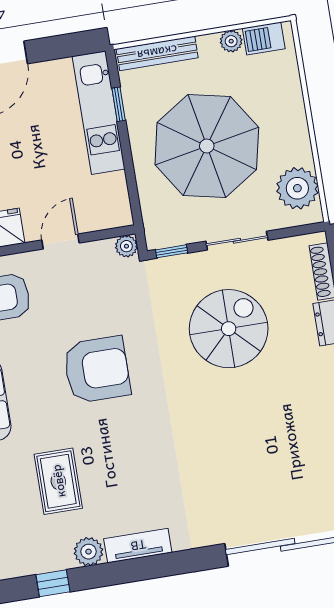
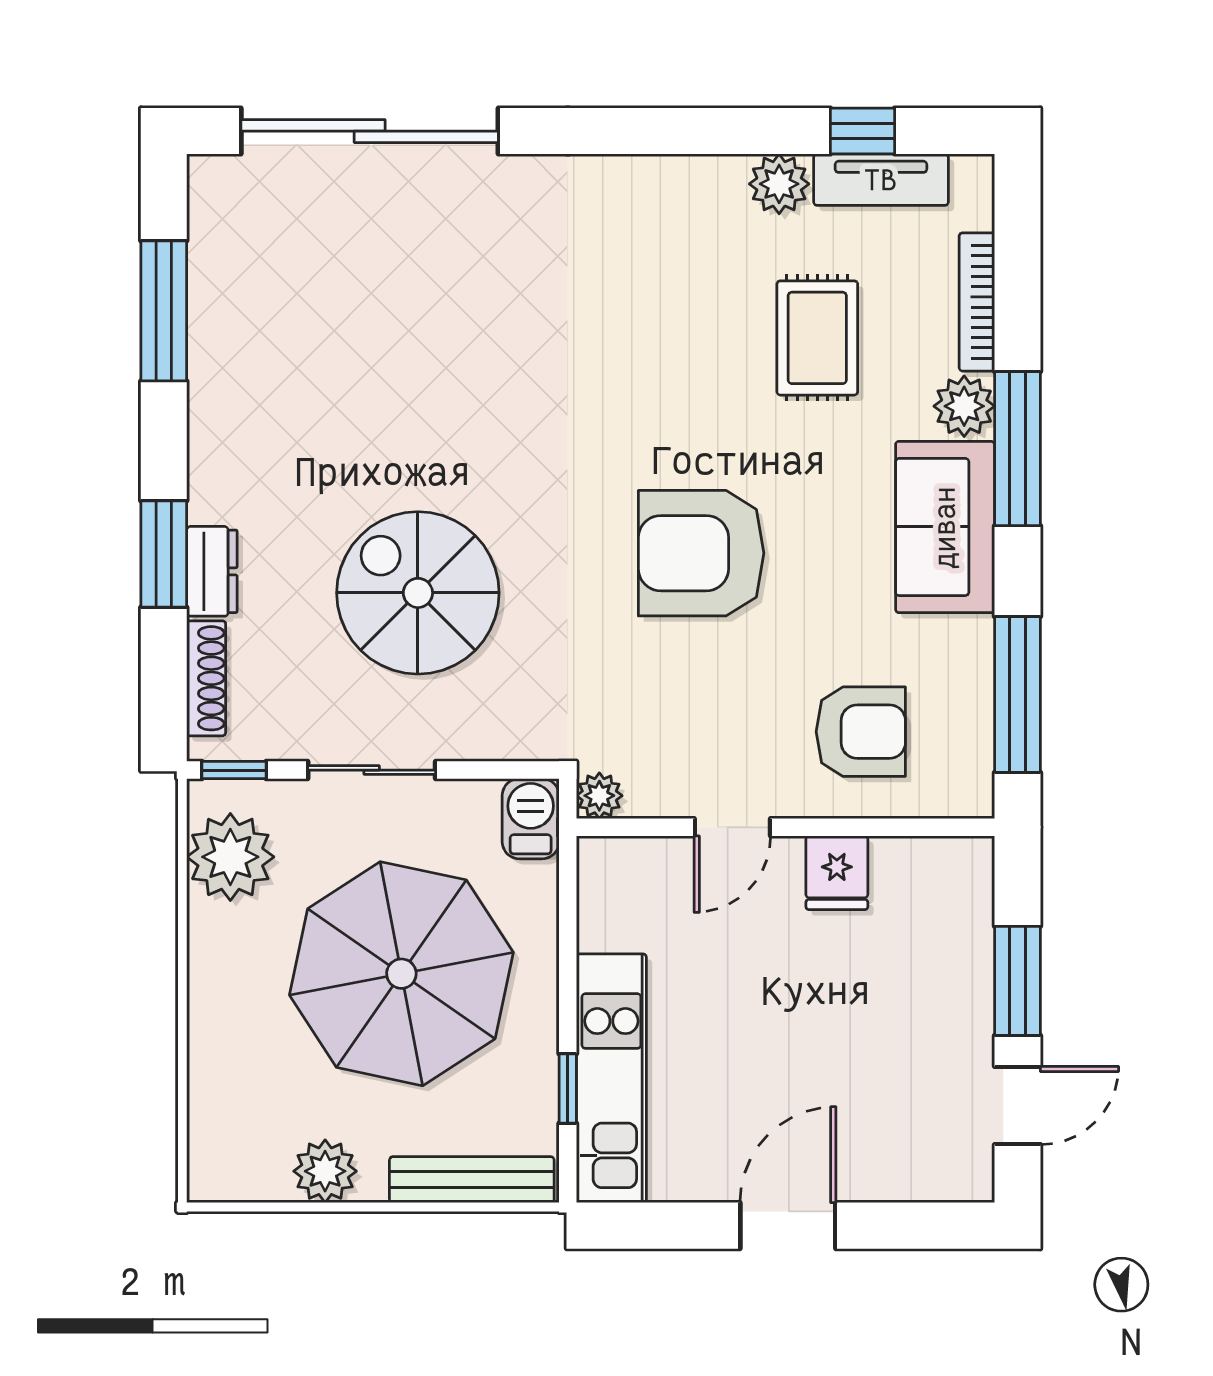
barbecue: (264, 39) -> (531, 819), moved, turned -90
plant: (231, 41) -> (325, 1171), width x1.38, depth x1.38
window: (172, 251) -> (234, 770), moved
spiral stairs: (229, 329) -> (418, 593), turned 90
tv unit: (138, 546) -> (881, 180), moved

